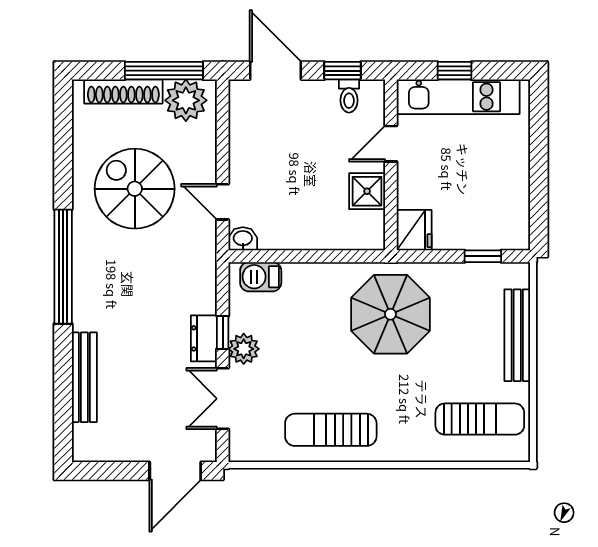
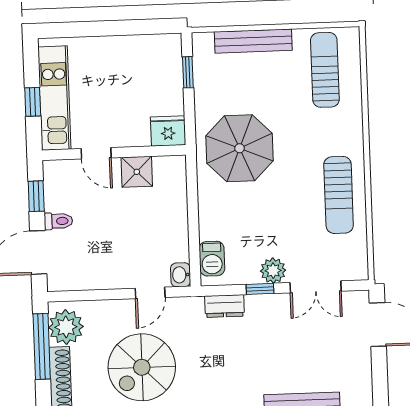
toilet: (349, 96) -> (58, 221), moved
dresser: (204, 338) -> (225, 306), moved

